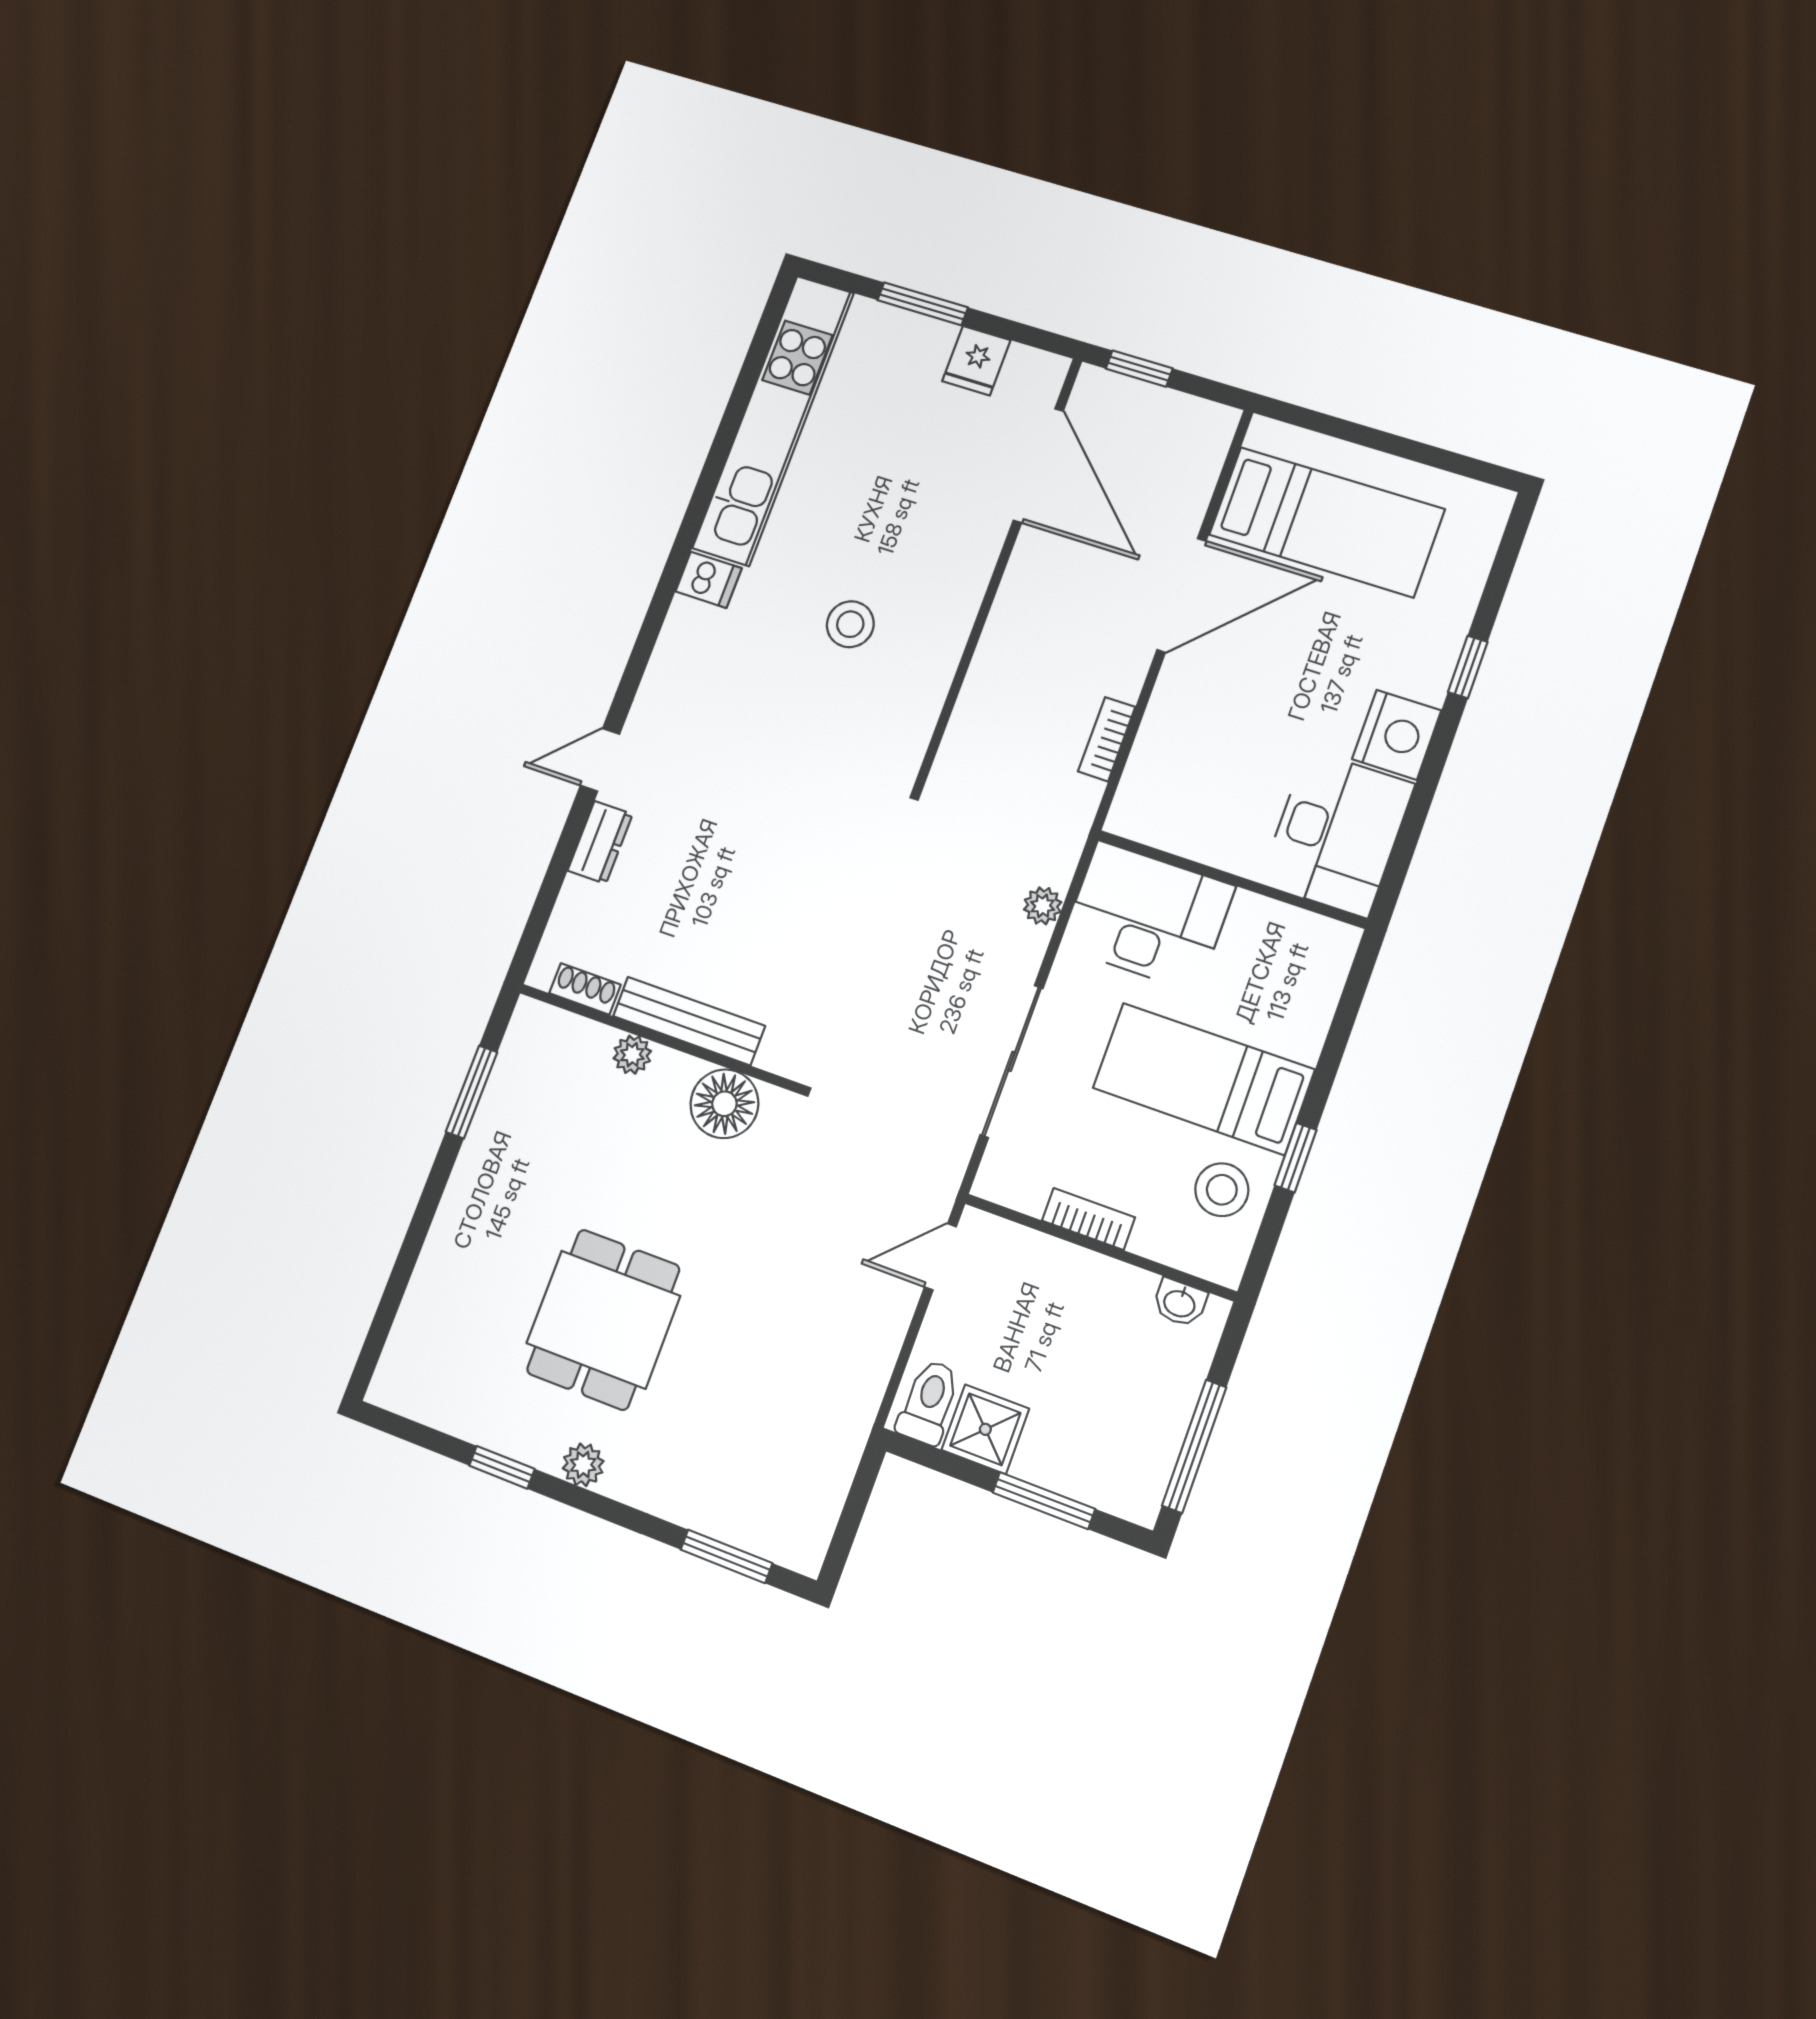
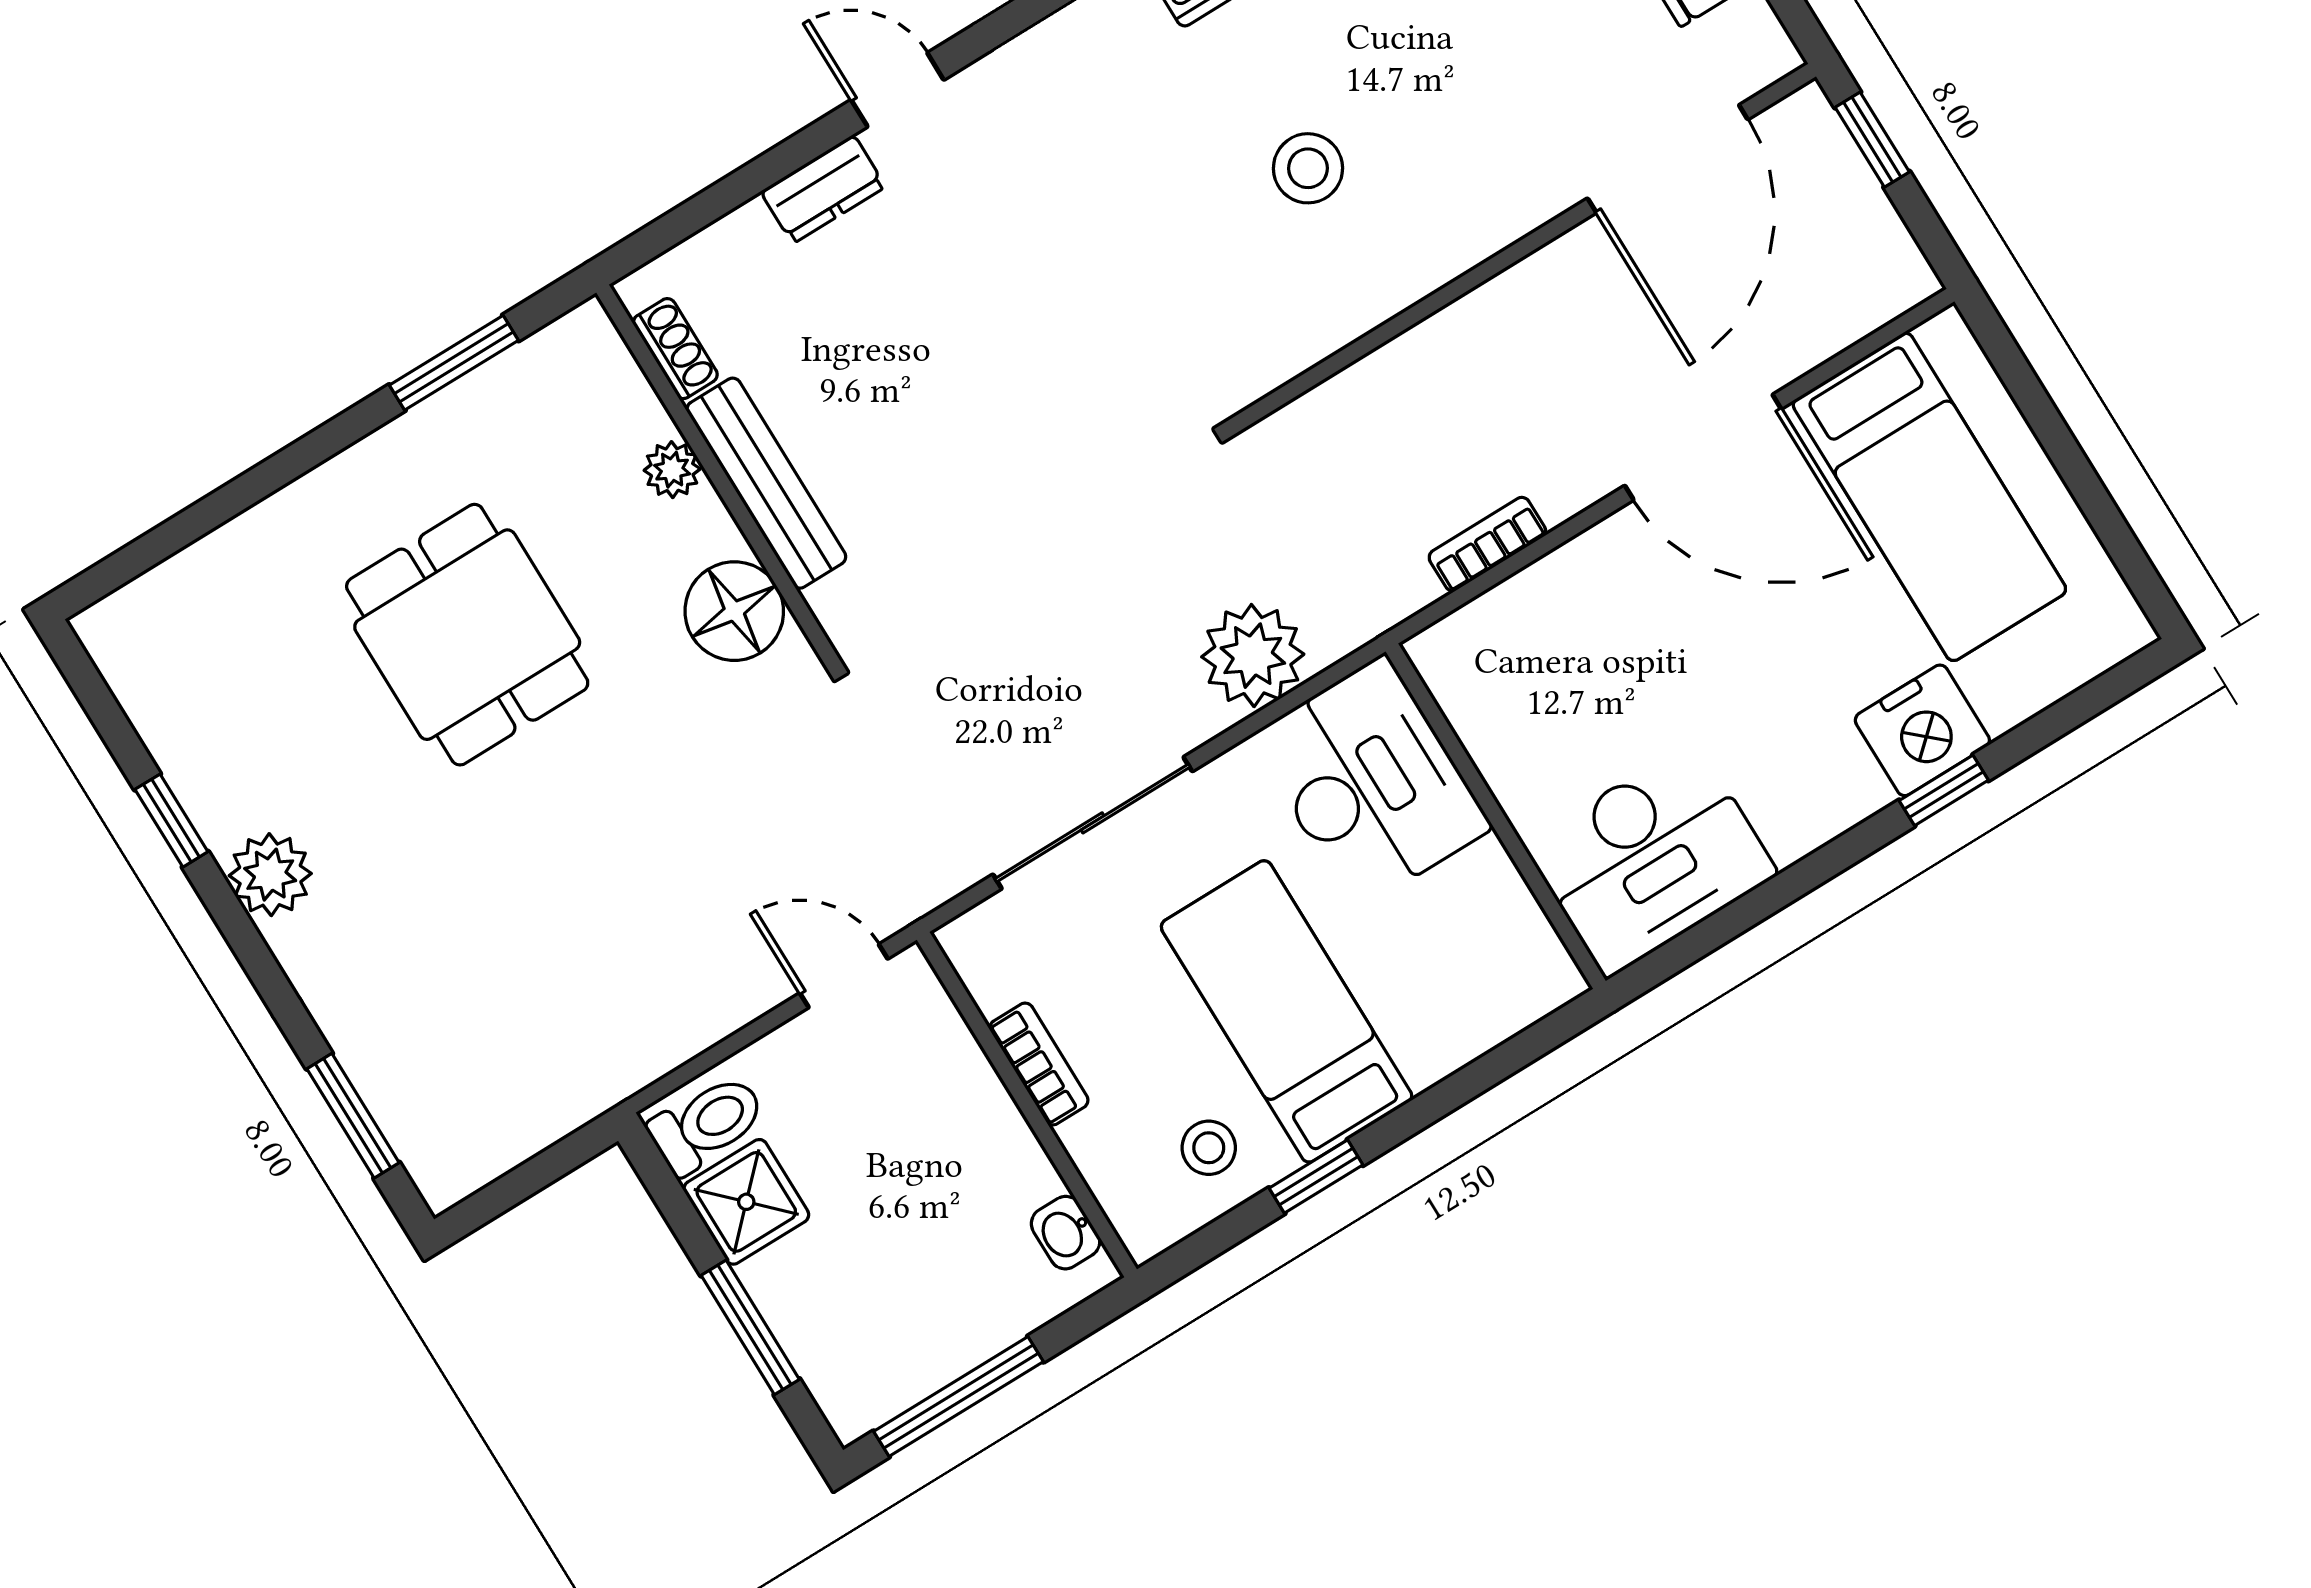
nightstand: (1397, 735) -> (1922, 730), moved
plant: (1043, 906) -> (1253, 656), width x1.88, depth x1.88
stool: (1222, 1190) -> (1209, 1148), width x0.73, depth x0.73
dining table: (603, 1320) -> (467, 635), moved, turned 90
plant: (583, 1465) -> (270, 875), width x1.38, depth x1.38

